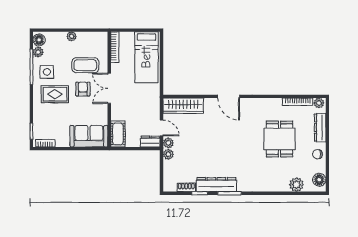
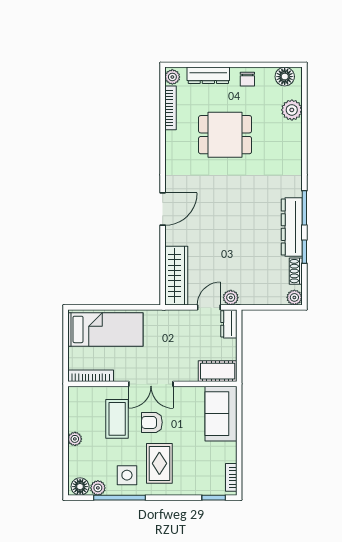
plant: (168, 154) -> (294, 297), moved

